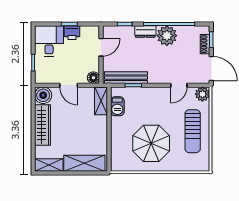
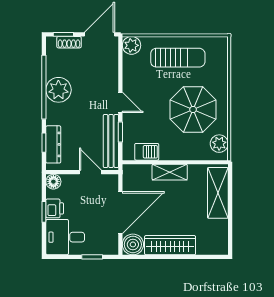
dresser: (145, 32) -> (53, 144), moved, width x1.44
door: (101, 47) -> (90, 172), moved
floor lamp: (93, 78) -> (53, 182), moved
door: (69, 85) -> (120, 213), width x1.88
door: (179, 85) -> (120, 102), moved
shelving: (101, 101) -> (170, 172), moved
plant: (124, 164) -> (219, 144), added
shelving: (49, 165) -> (220, 237), removed

